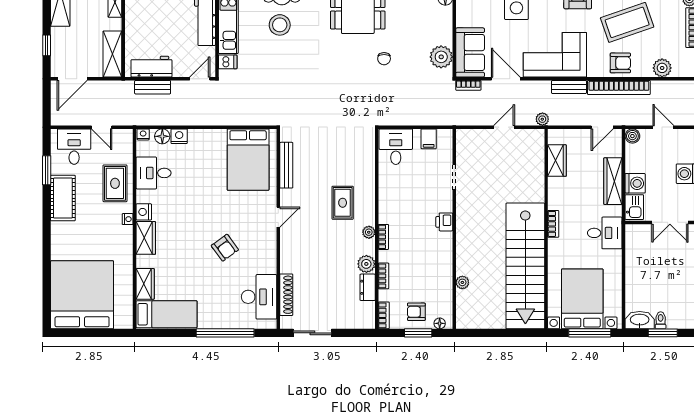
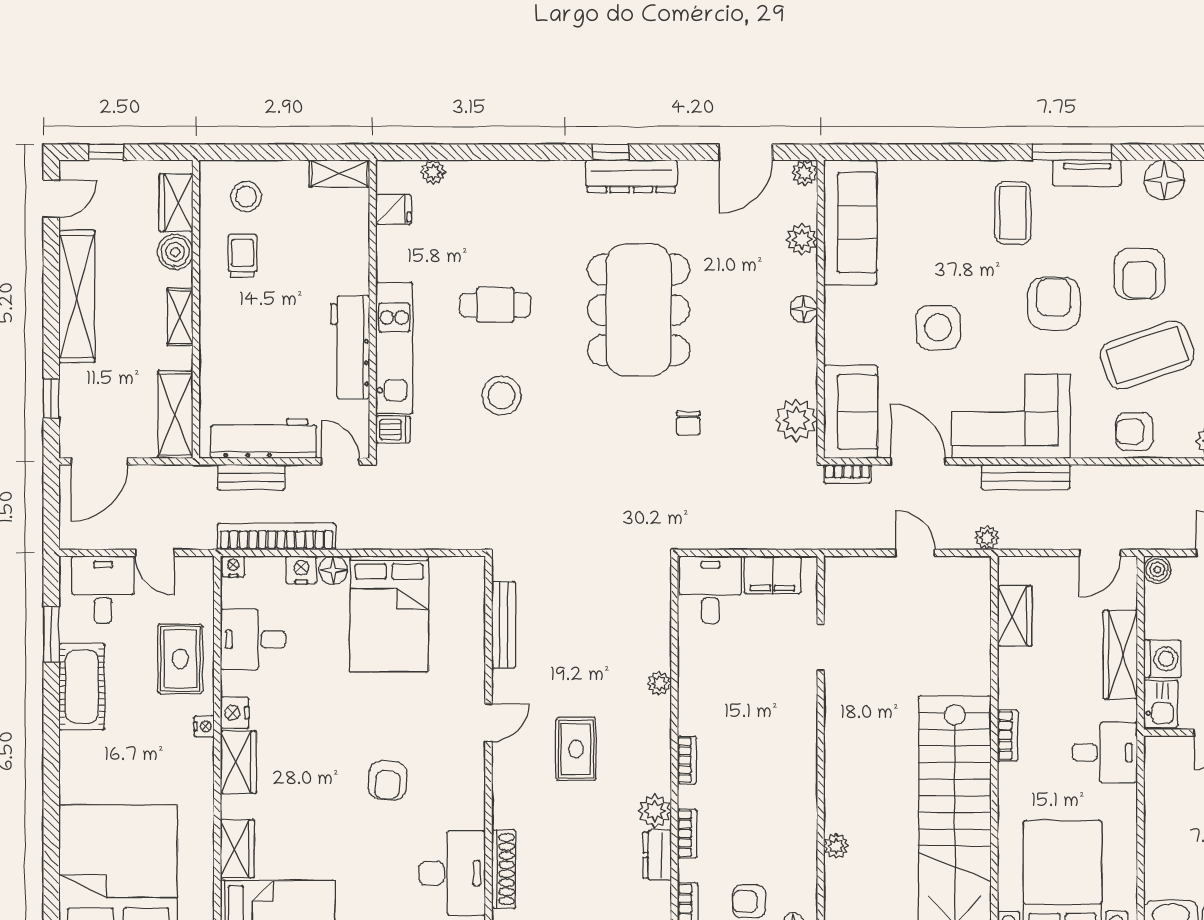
stool: (280, 25) -> (502, 395), moved
armchair: (620, 63) -> (1134, 432), turned 180
workbench: (151, 67) -> (263, 439), width x1.38
door: (200, 79) -> (340, 461), hinge flipped
bench: (569, 87) -> (1026, 477), width x1.36
bookcase: (619, 87) -> (276, 536), moved, turned 180
door: (504, 127) -> (915, 553), hinge flipped
floor lamp: (162, 136) -> (333, 570), moved
filing cabinet: (429, 139) -> (772, 575), width x2.00
bed: (248, 160) -> (389, 614), moved
rug: (343, 203) -> (576, 749), moved
printer: (444, 222) -> (802, 732), removed
plant: (369, 232) -> (659, 683), moved
armchair: (225, 248) -> (388, 780), turned 41

